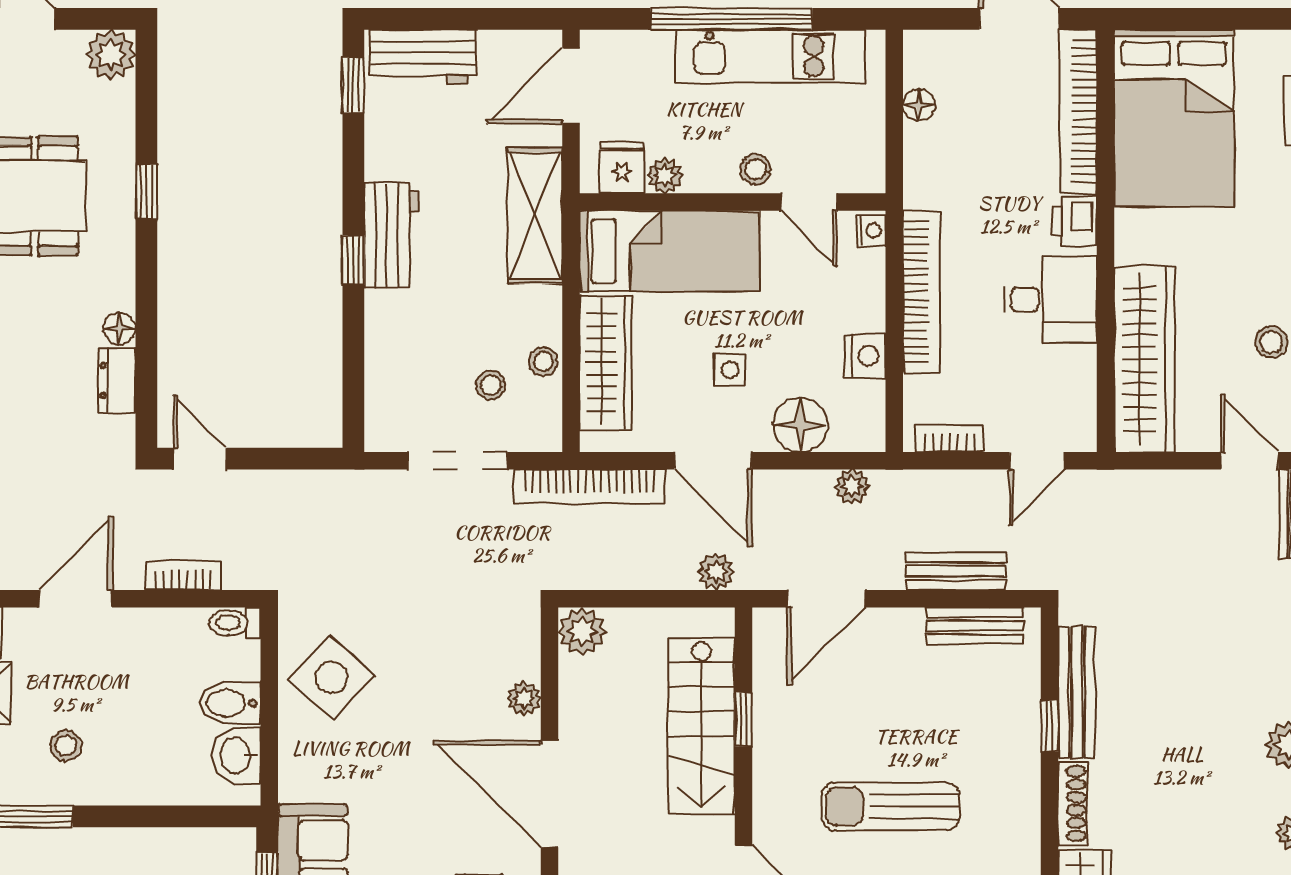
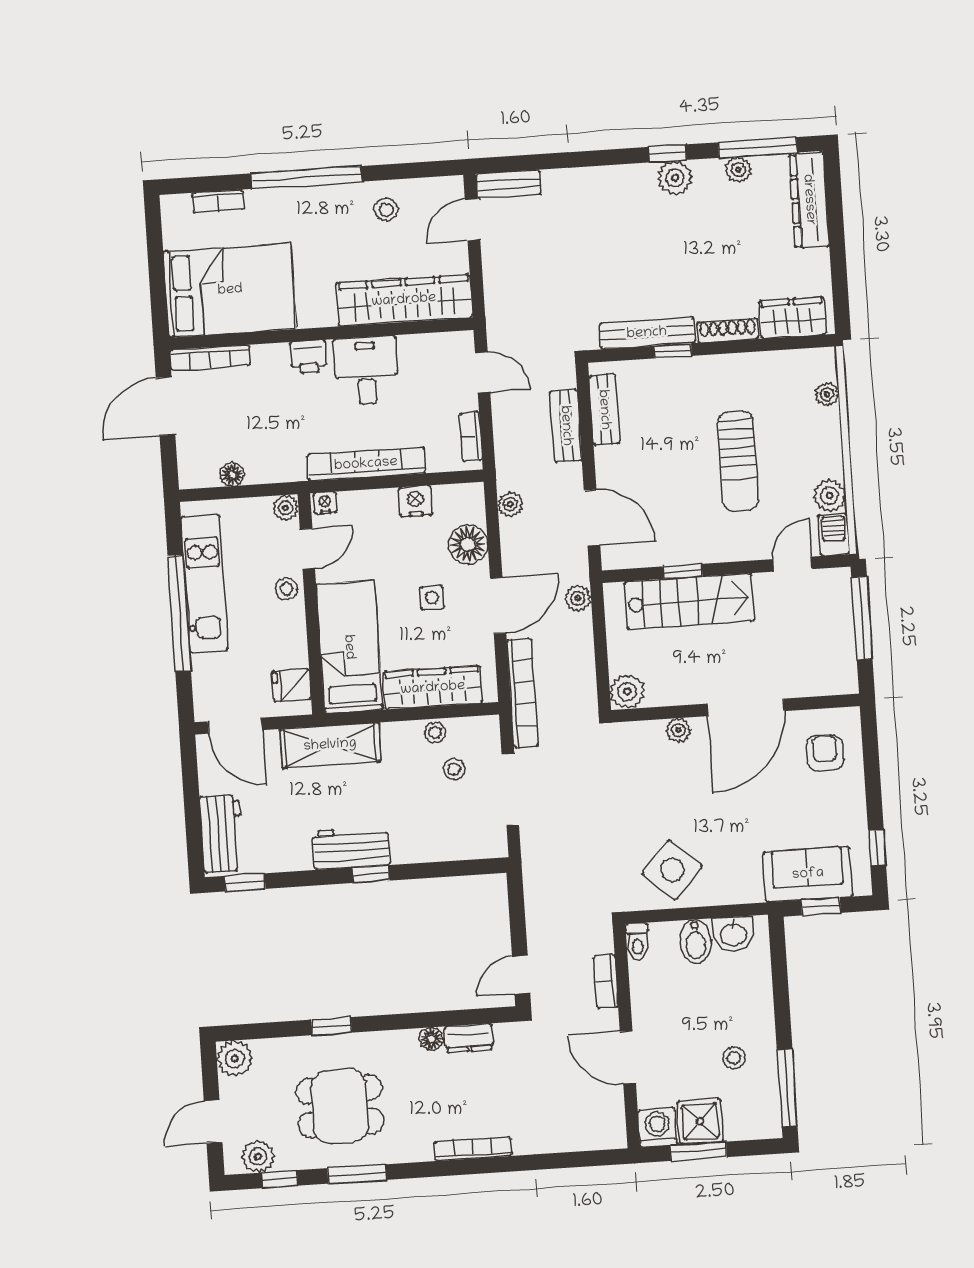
bookcase: (1078, 111) -> (210, 358), width x0.68, depth x0.76
plant: (665, 176) -> (286, 508), moved

